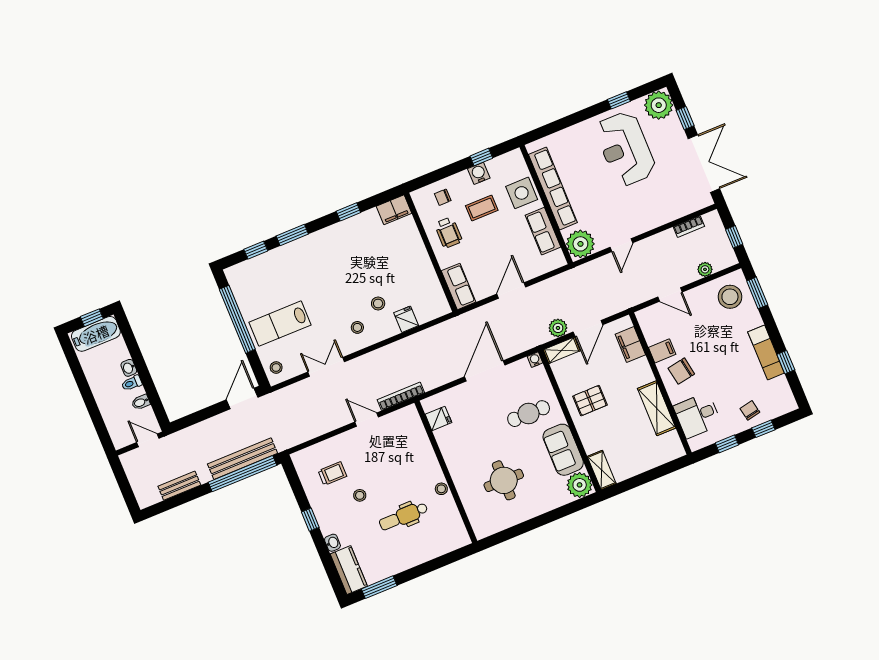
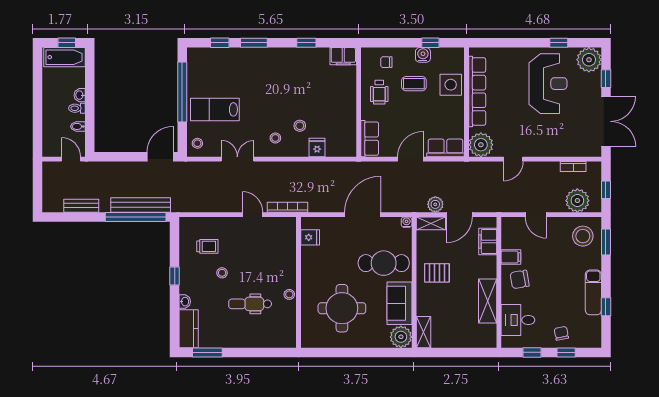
reception desk: (625, 149) -> (548, 84), turned 180
row of seats: (543, 231) -> (445, 148), moved, turned 90
plant: (705, 269) -> (577, 201), width x1.88, depth x1.88
cafe table: (529, 414) -> (384, 263), width x1.37, depth x1.35
round table: (504, 480) -> (342, 308), width x1.36, depth x1.36

